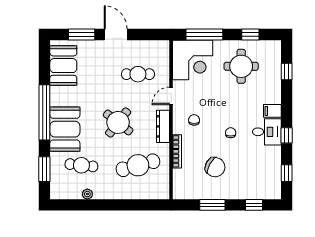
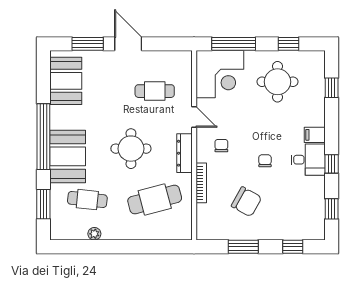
door: (171, 96) -> (194, 117), swing flipped
round table: (118, 122) -> (131, 149), turned -38

